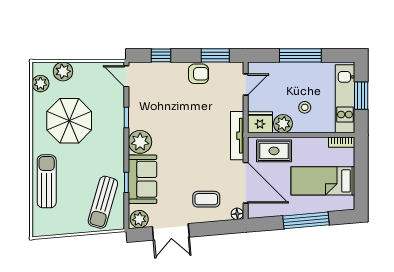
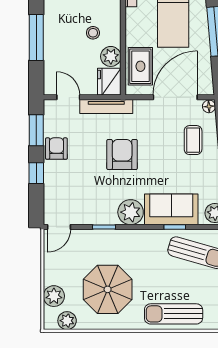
window: (161, 55) -> (36, 173), moved
armchair: (193, 134) -> (122, 155), added
tv unit: (237, 136) -> (106, 106), moved

